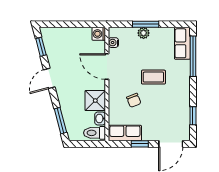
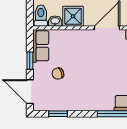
coffee table: (153, 77) -> (96, 74), removed
chair: (134, 100) -> (58, 74), moved

